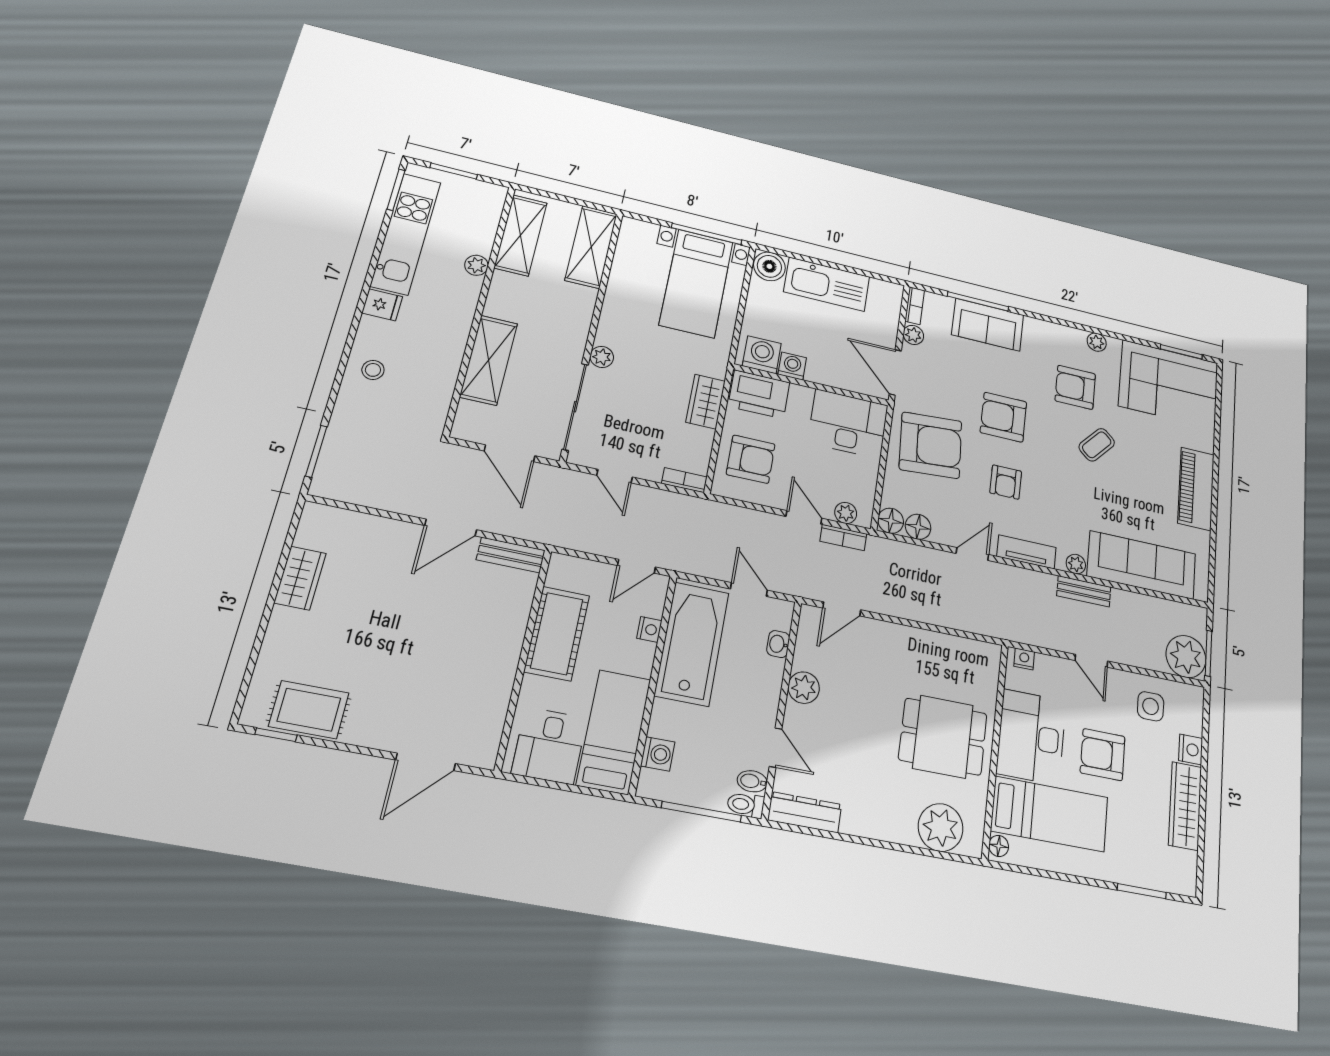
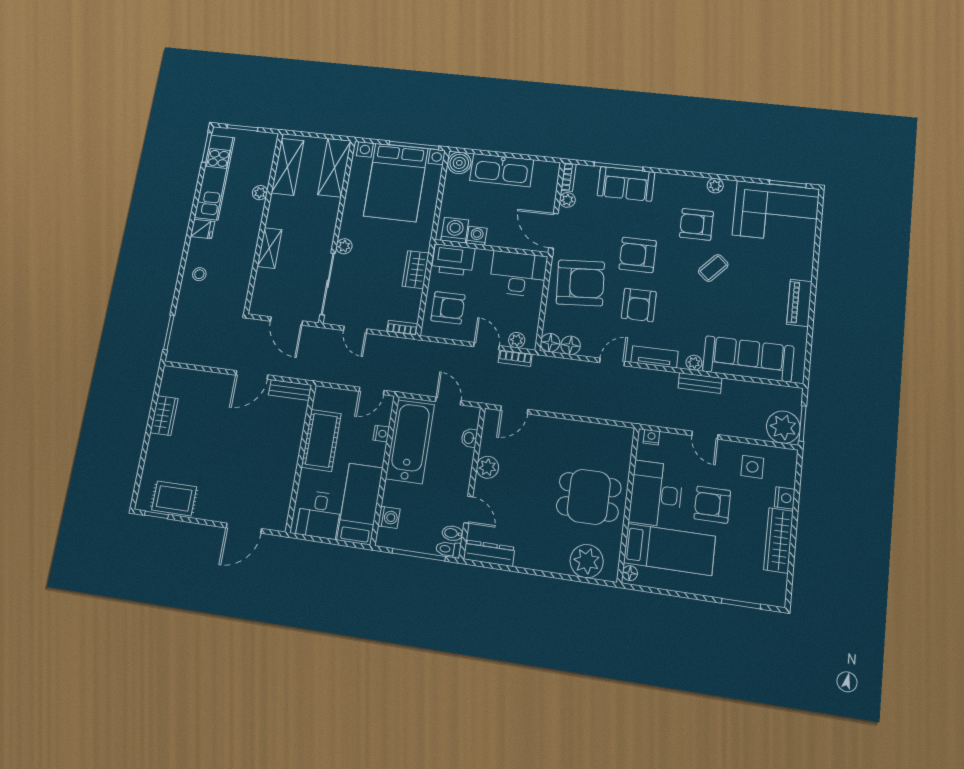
bed with nightstands: (696, 283) -> (396, 182), width x1.36
shelving: (489, 360) -> (269, 248), width x0.67, depth x0.75
armchair: (1006, 482) -> (639, 305), width x1.38, depth x1.38
piano: (1196, 489) -> (799, 303), width x0.73, depth x0.75

